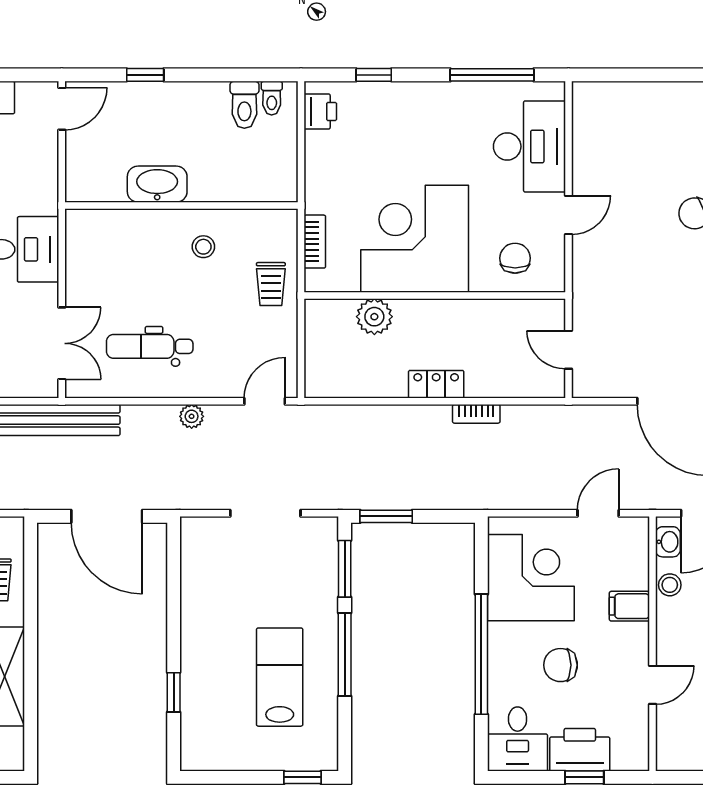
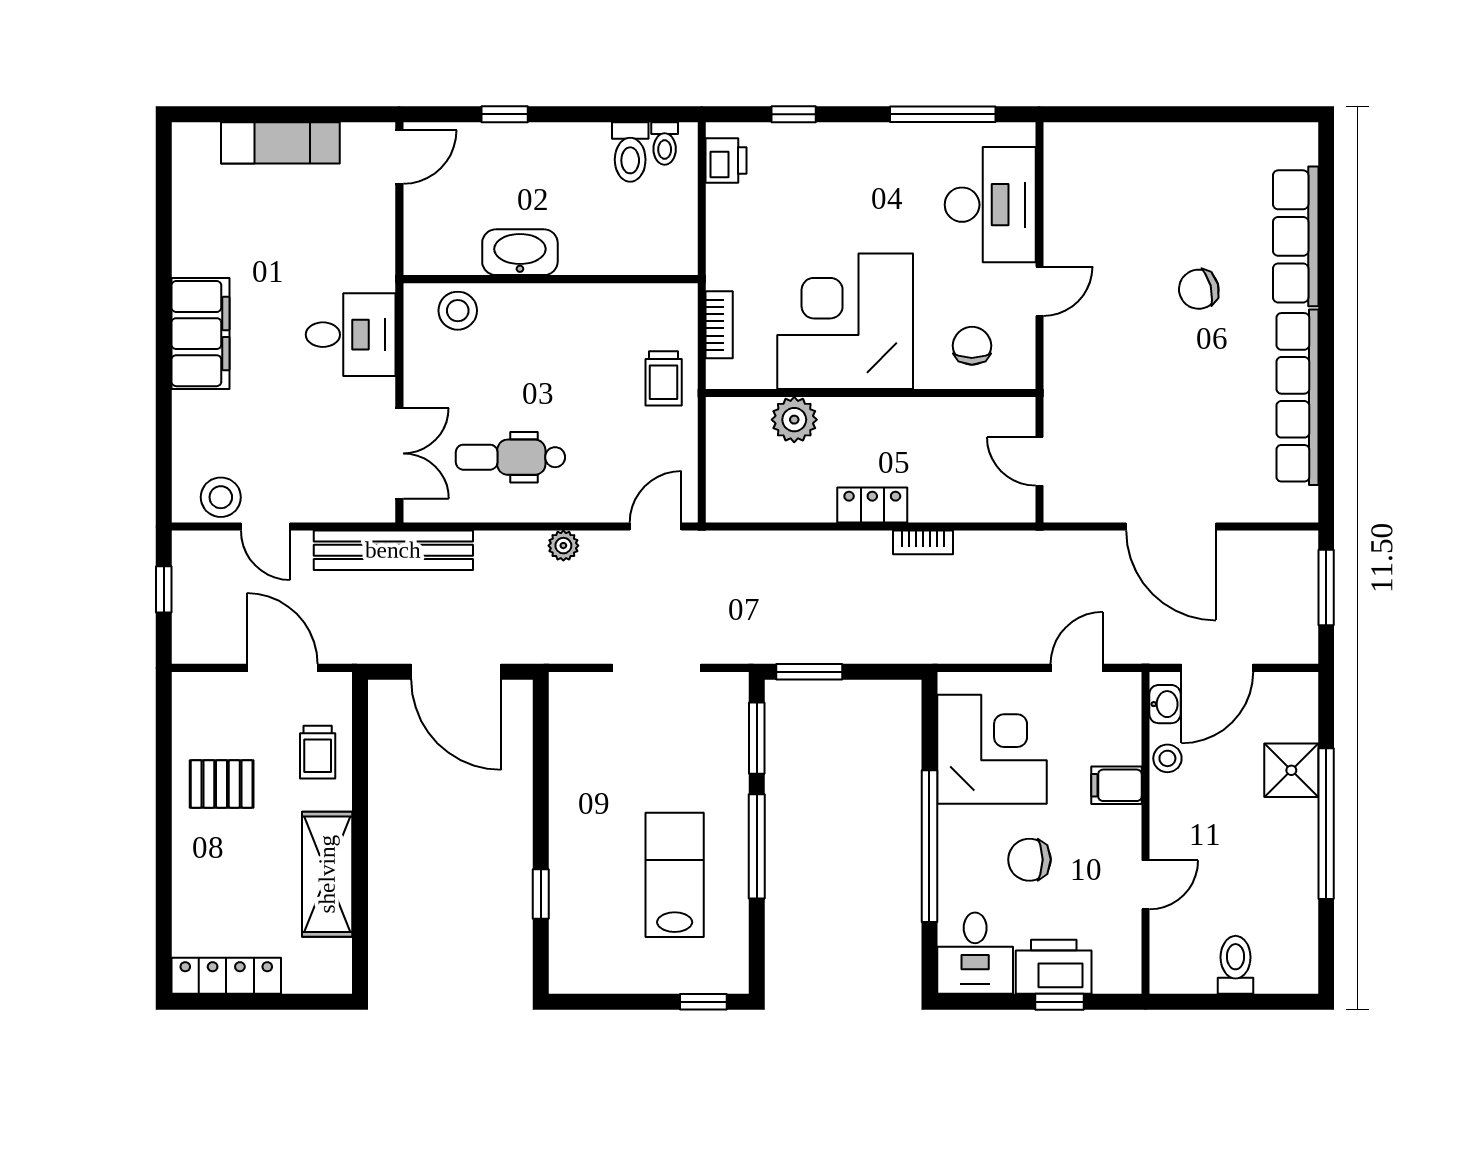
stool: (203, 247) -> (458, 311), moved, width x1.37, depth x1.37

